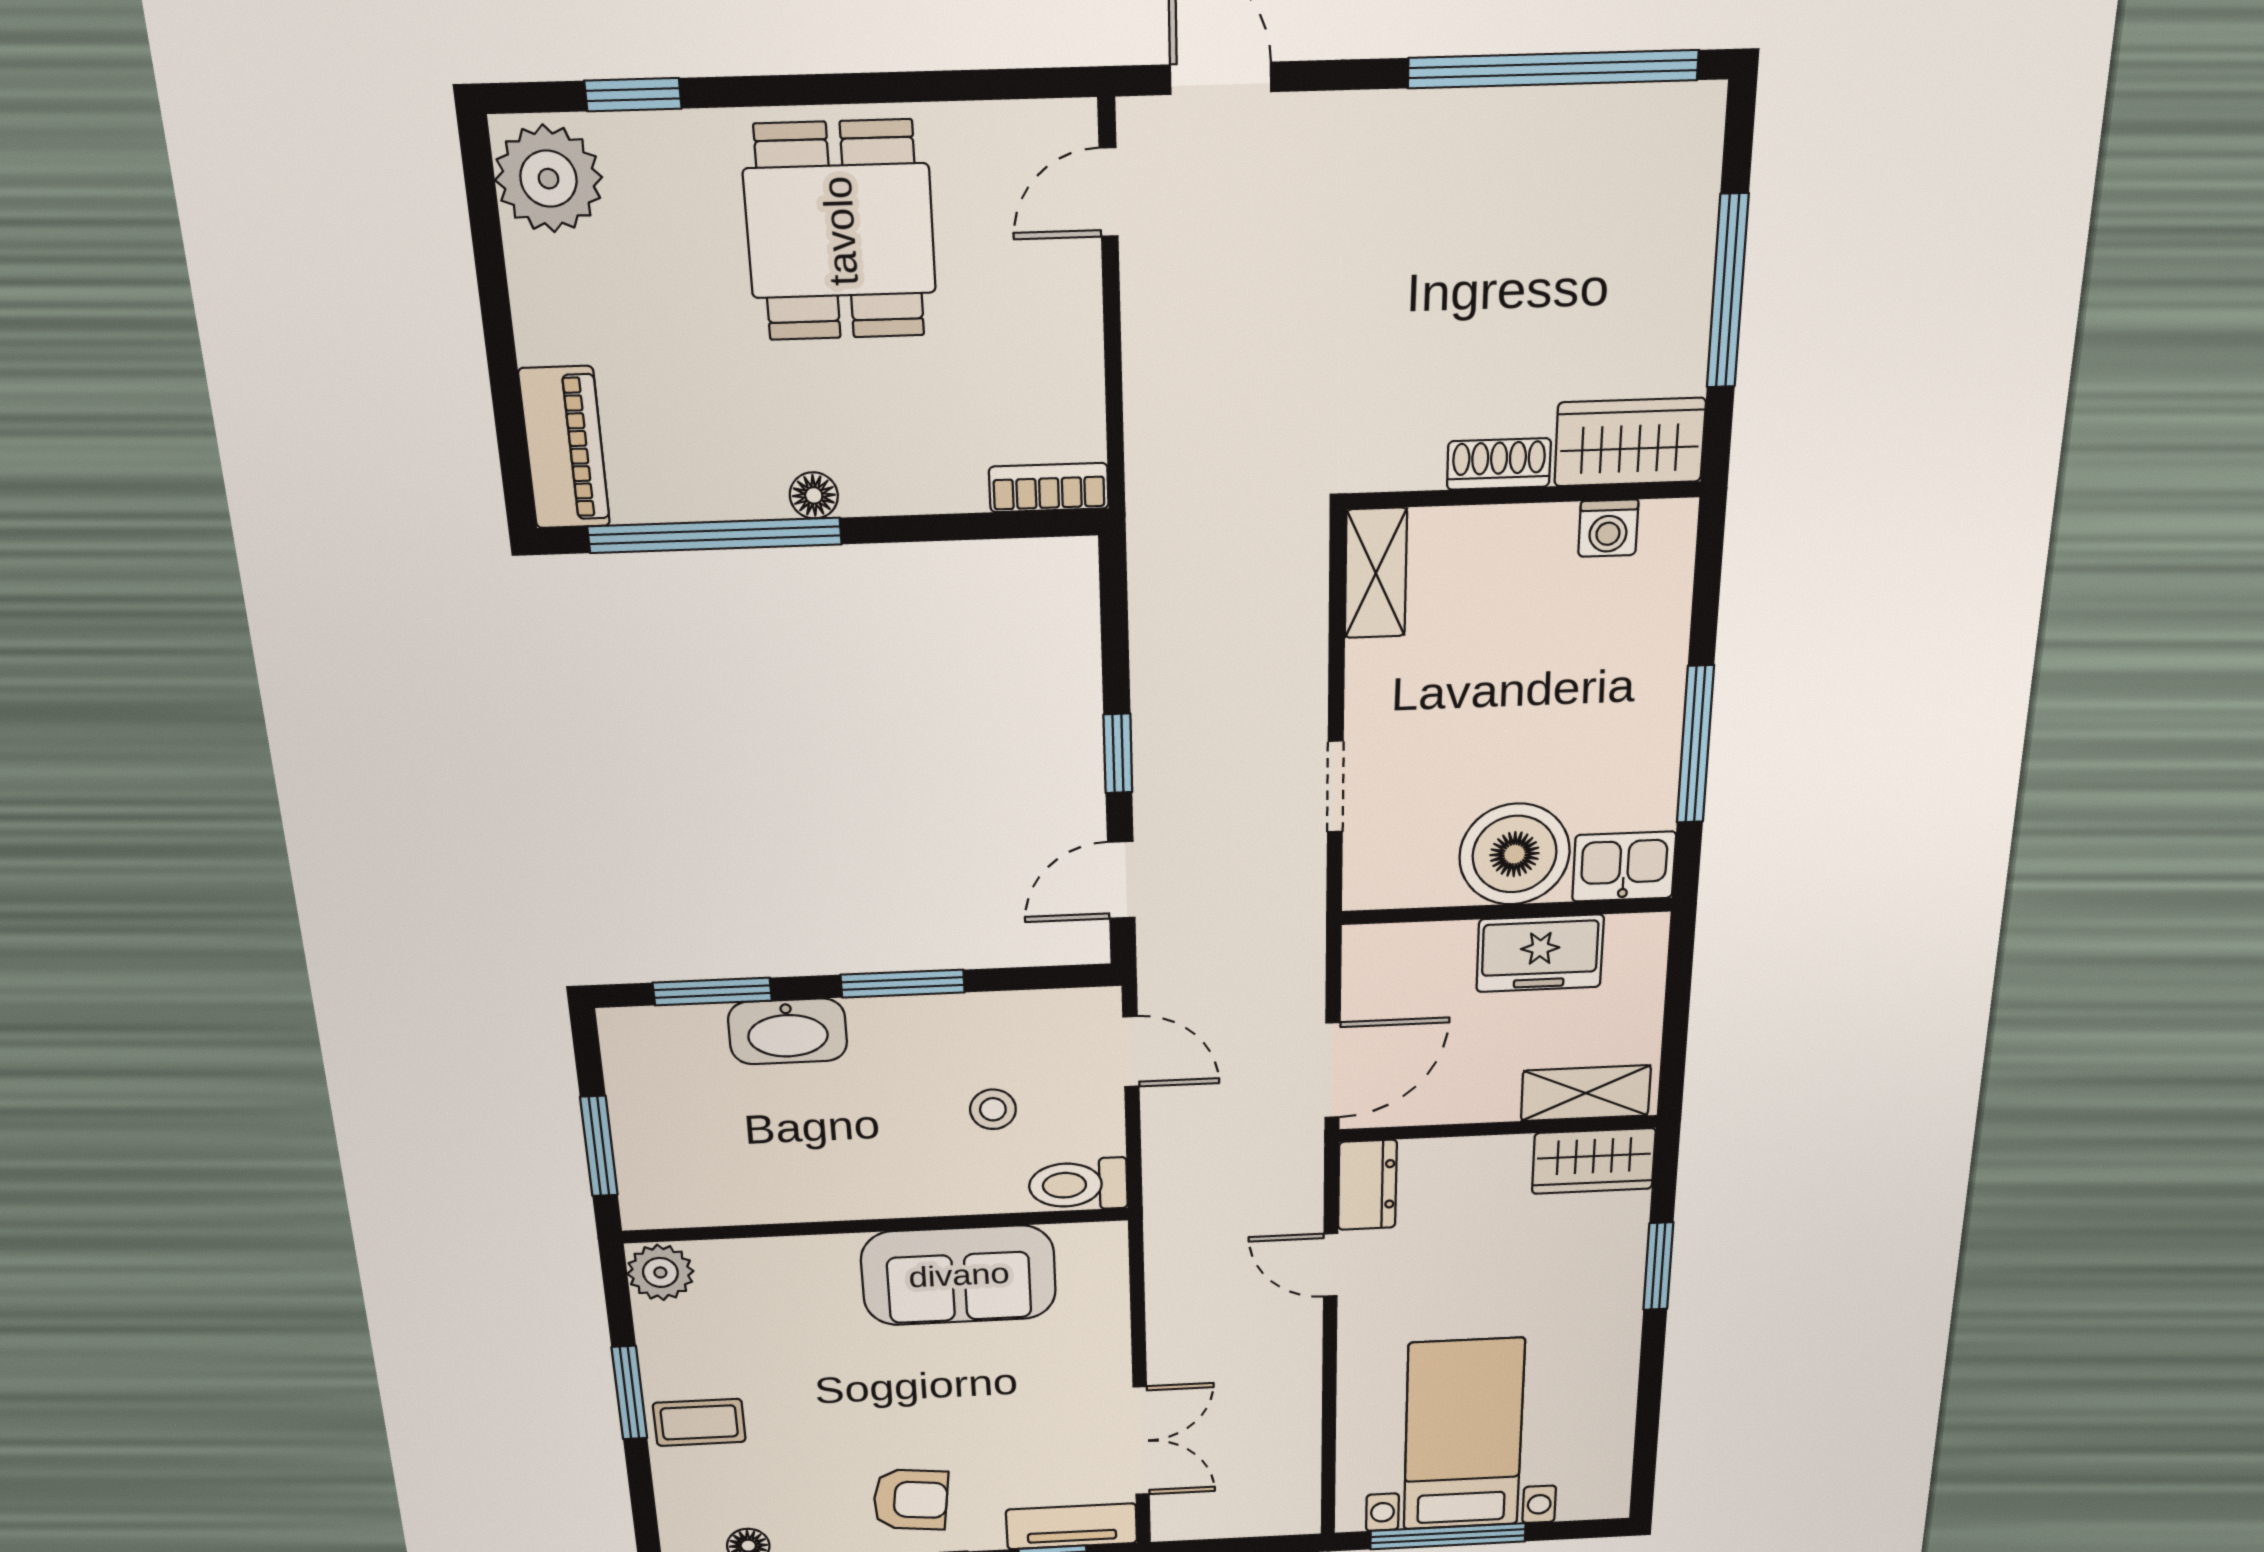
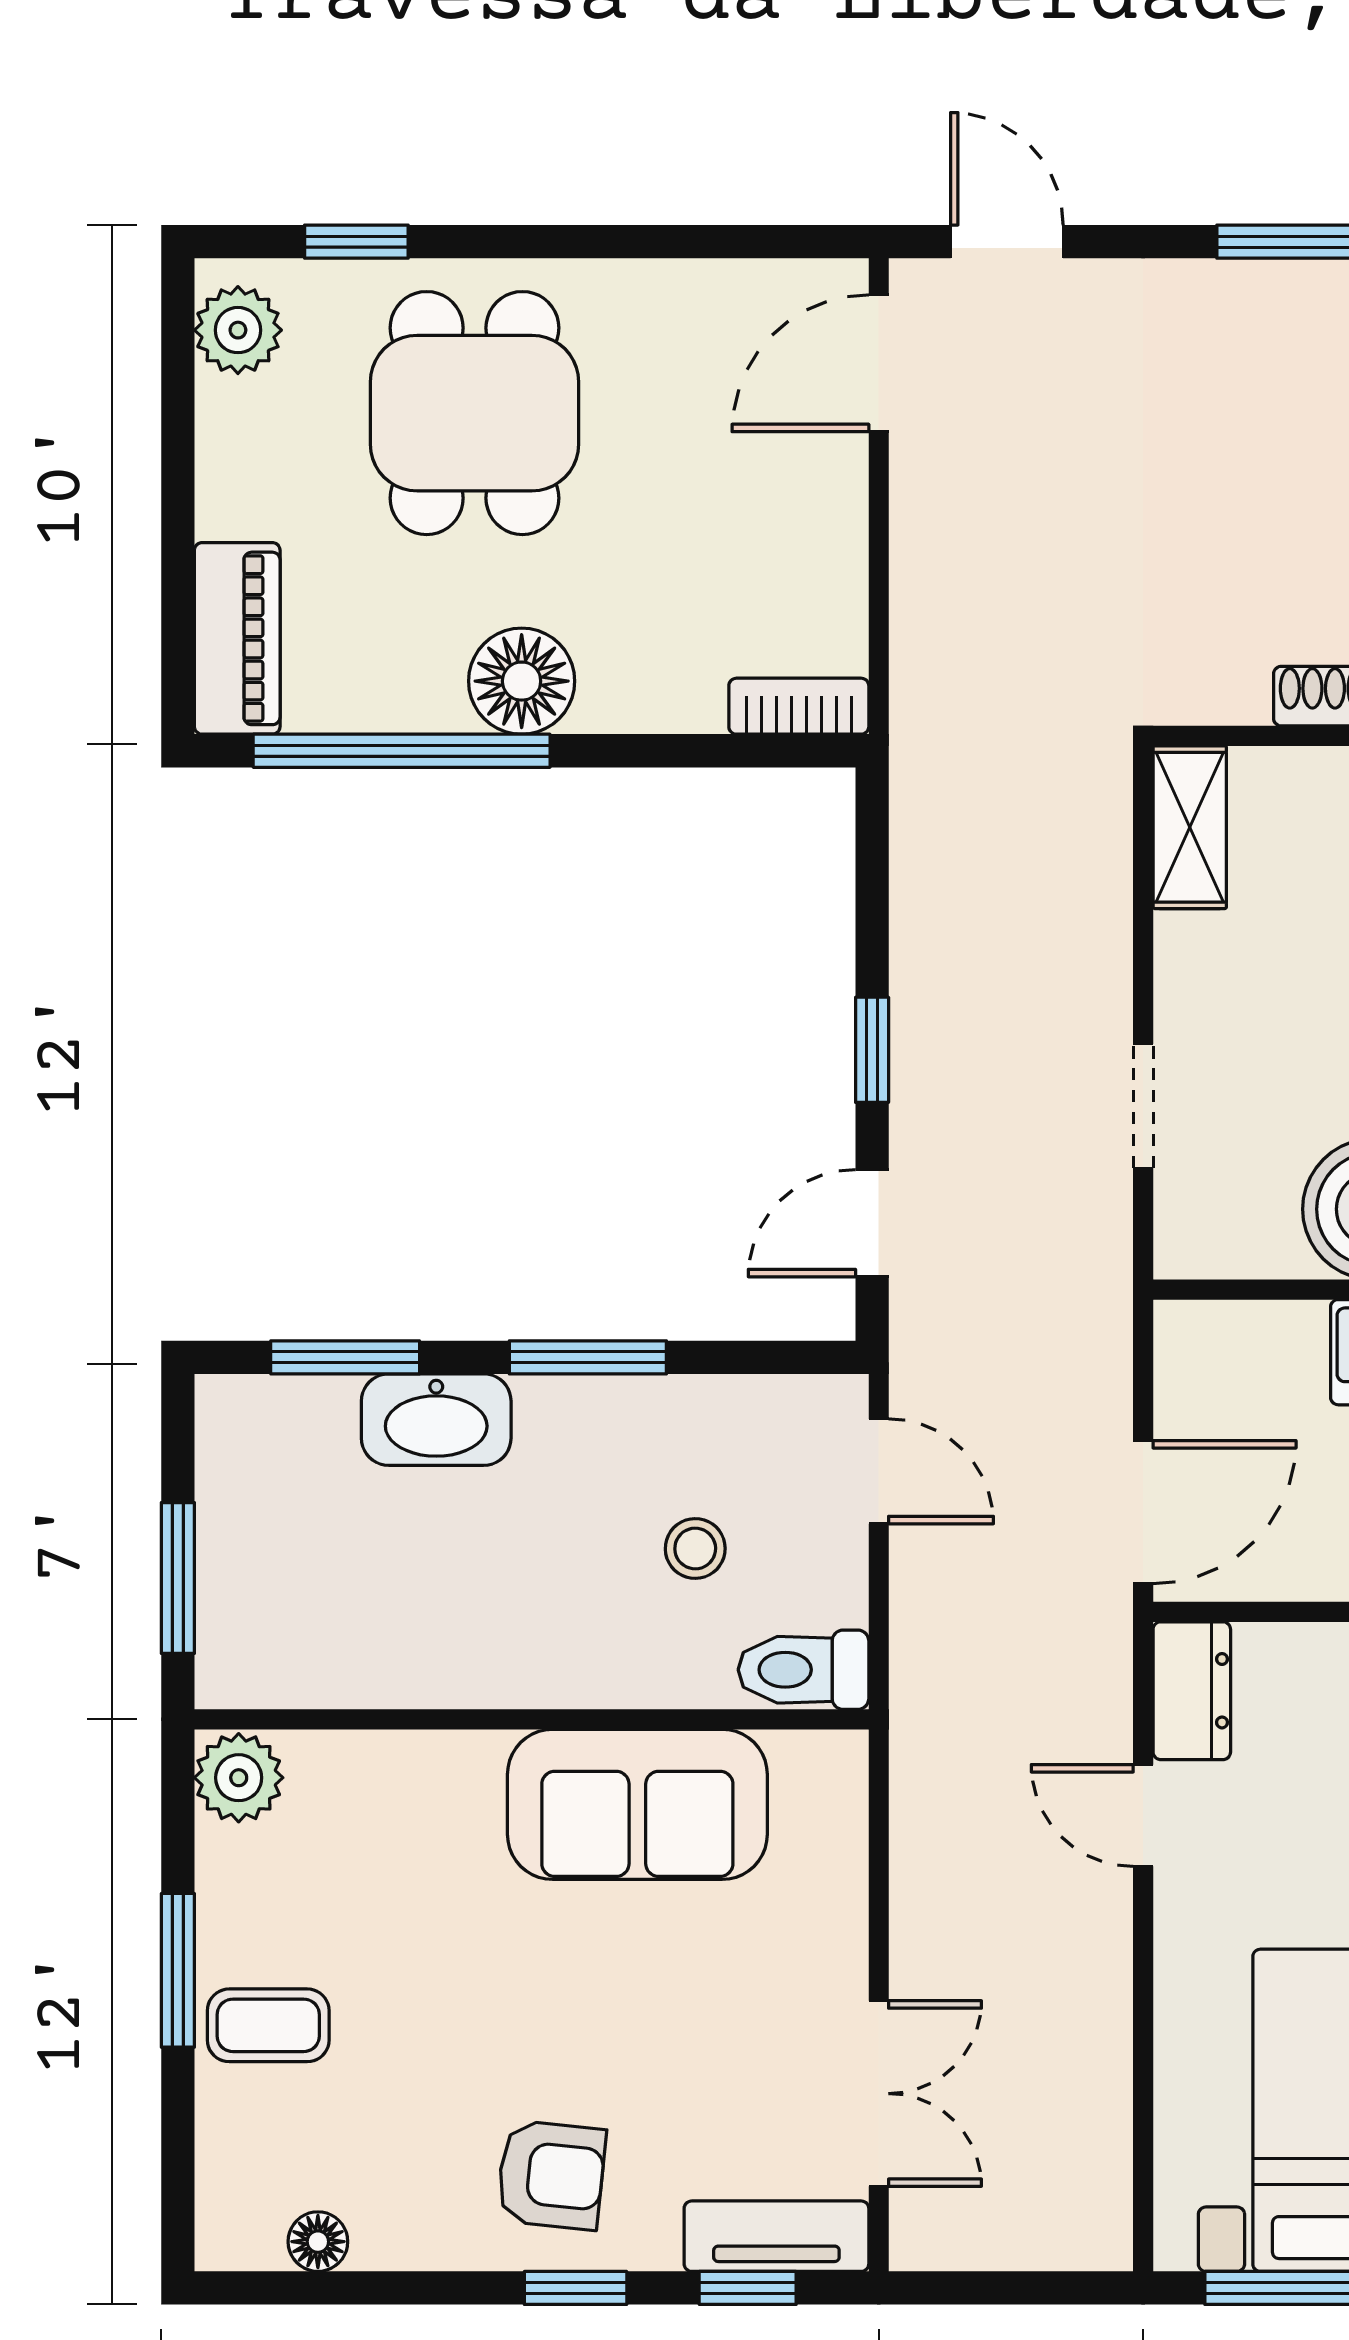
plant: (549, 179) -> (238, 330), width x0.73, depth x0.73
door: (1109, 192) -> (879, 363), width x1.38
dining table: (840, 231) -> (475, 413), moved
floor lamp: (814, 495) -> (522, 681), width x1.89, depth x1.89

